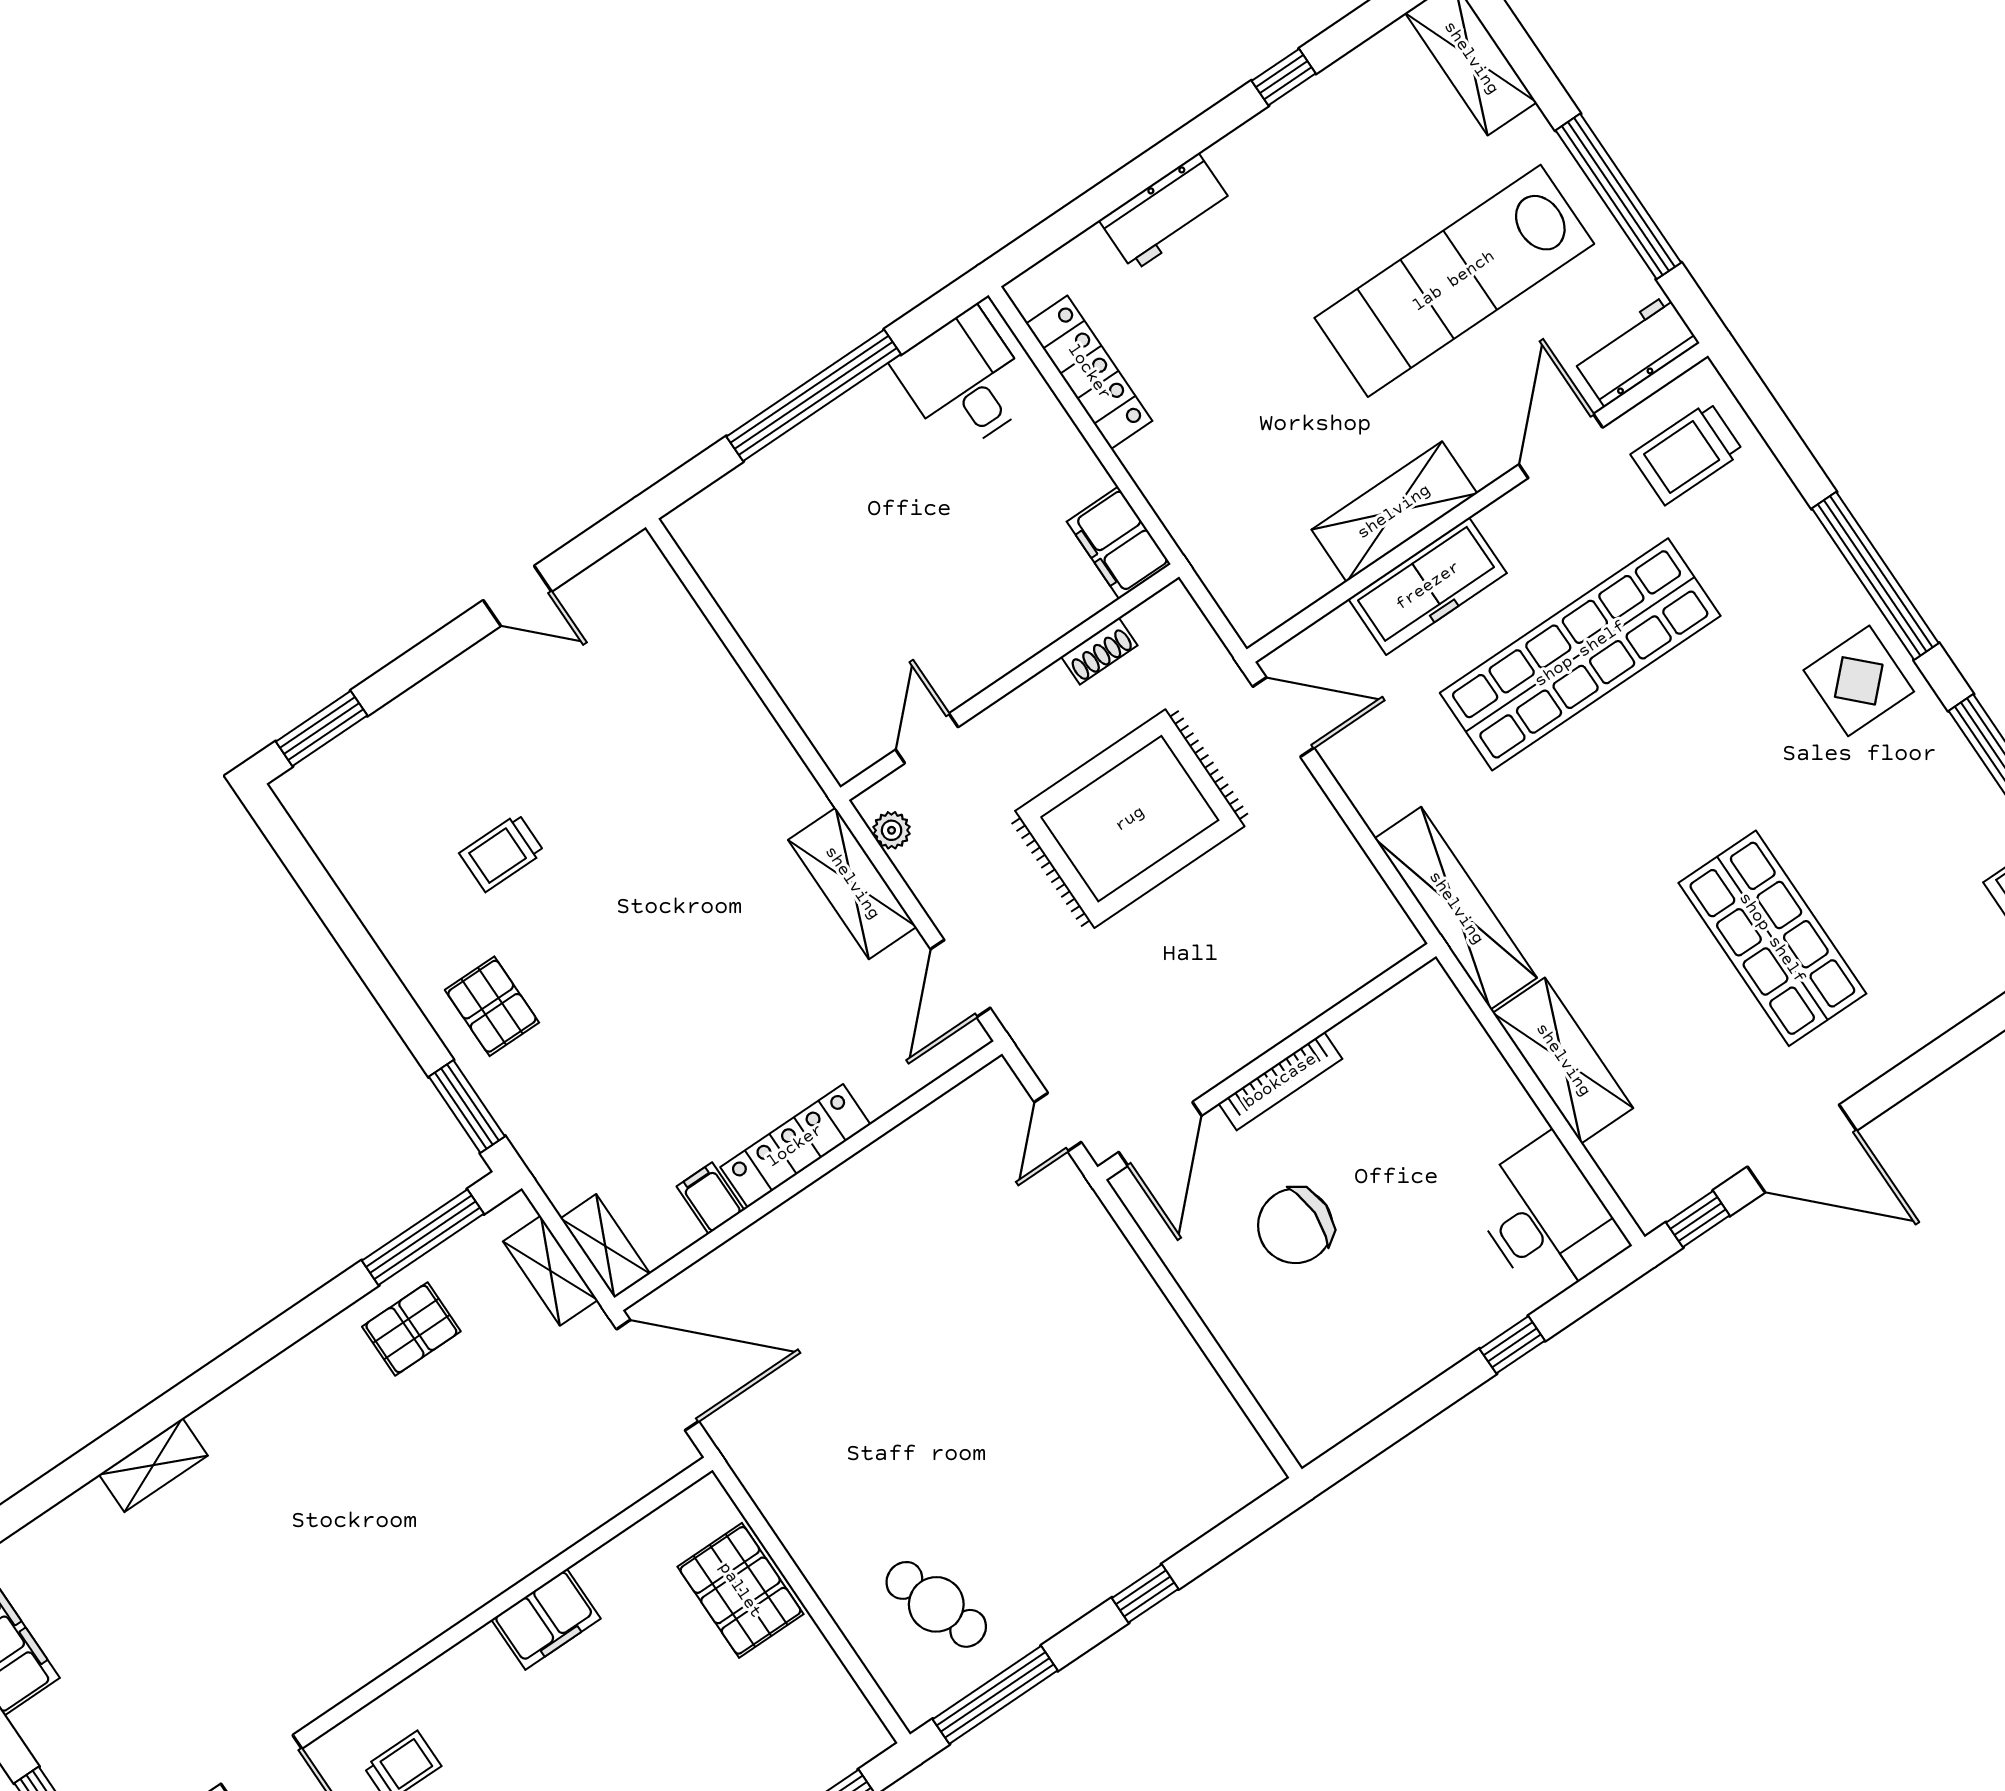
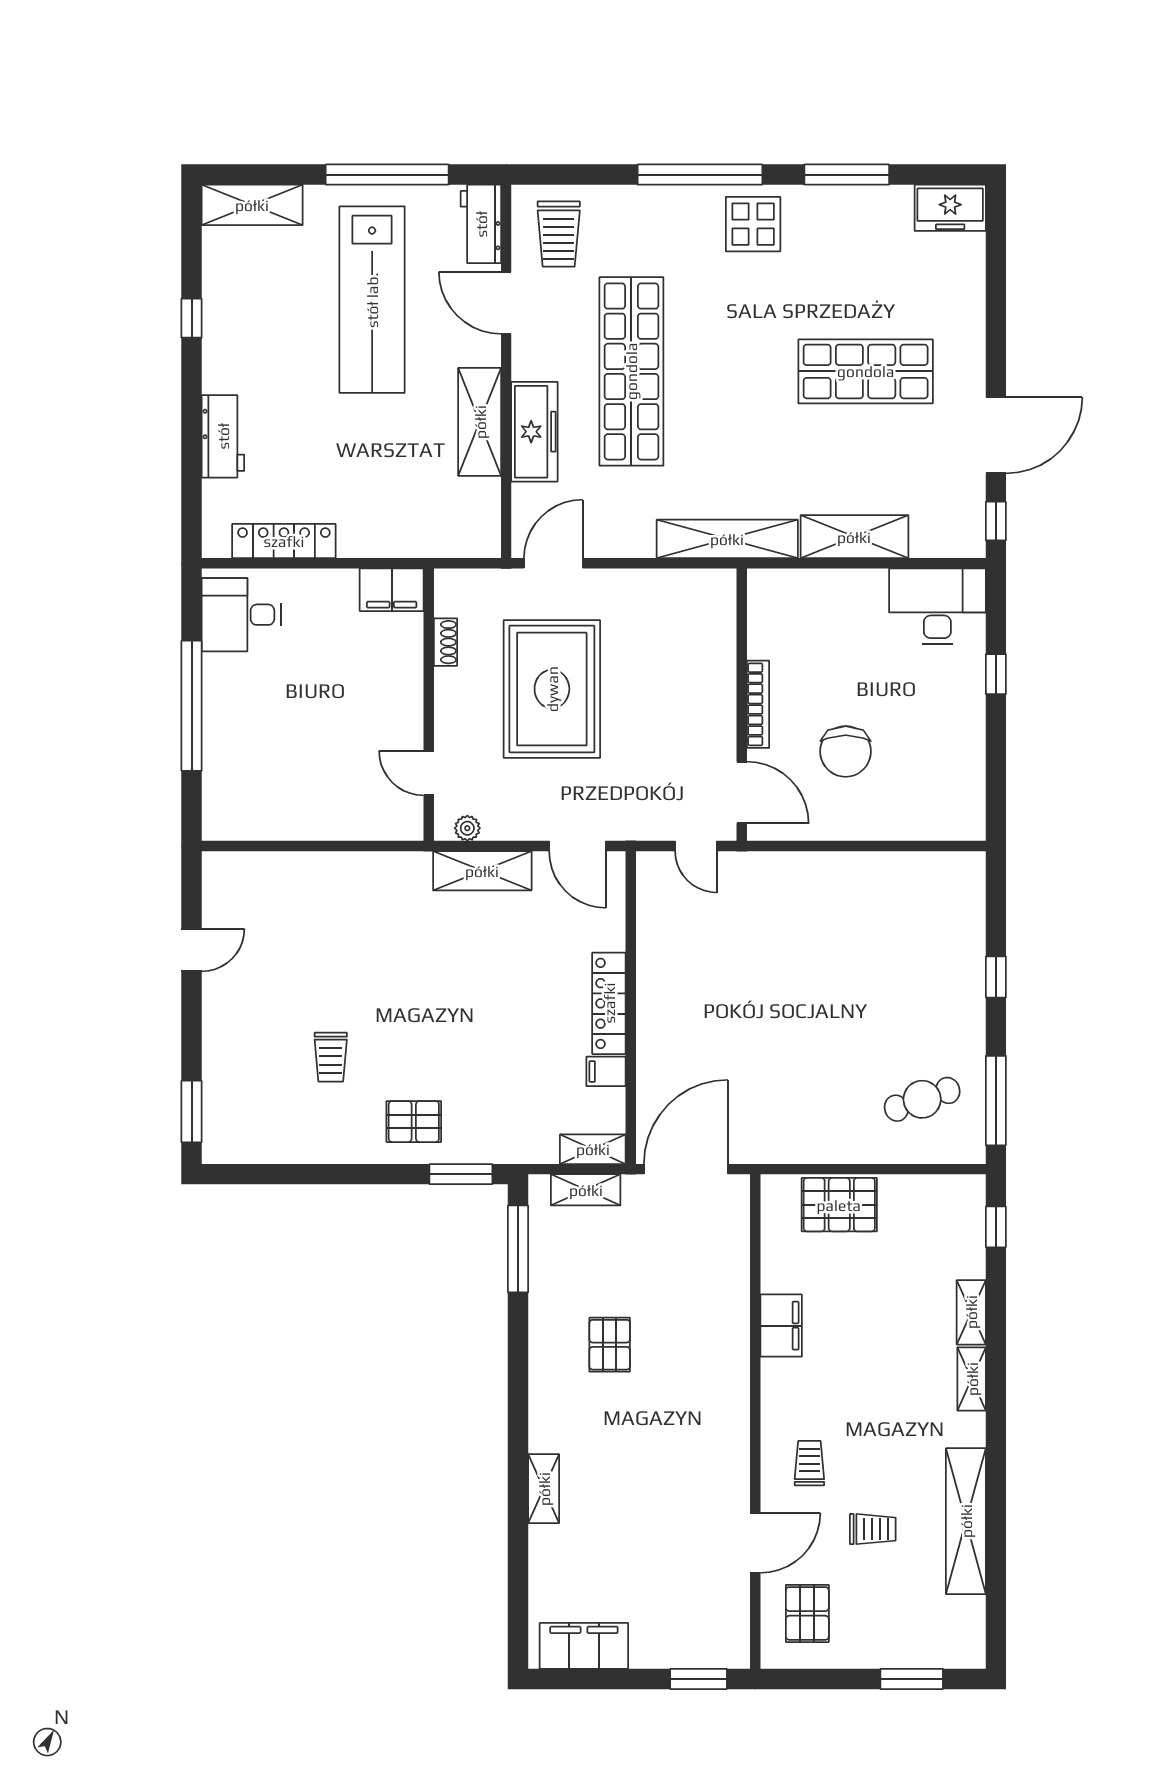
pallet: (411, 1329) -> (610, 1345), moved

